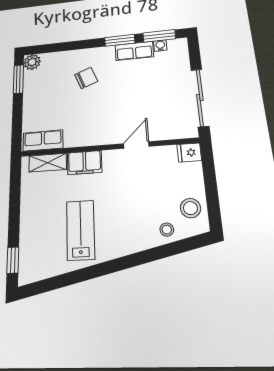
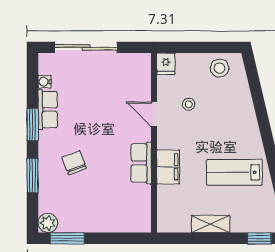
window: (159, 36) -> (33, 175), moved
sliding door: (200, 98) -> (86, 47), moved
row of seats: (43, 140) -> (141, 163), moved
shelving: (48, 163) -> (210, 224), moved, turned 90
stool: (167, 230) -> (189, 104), moved

